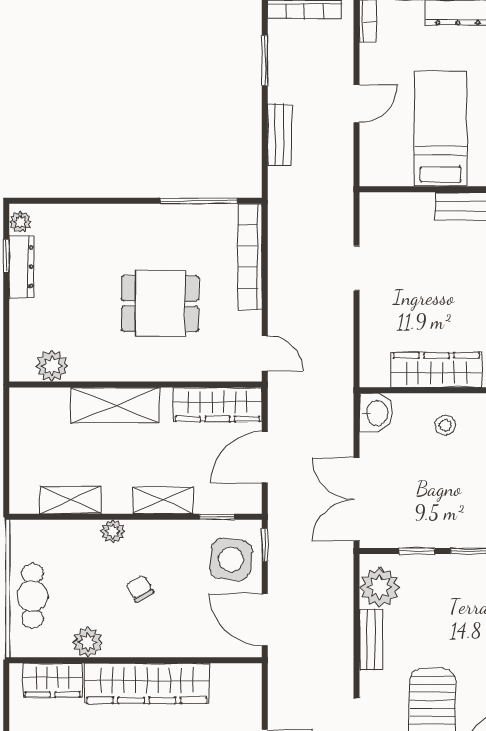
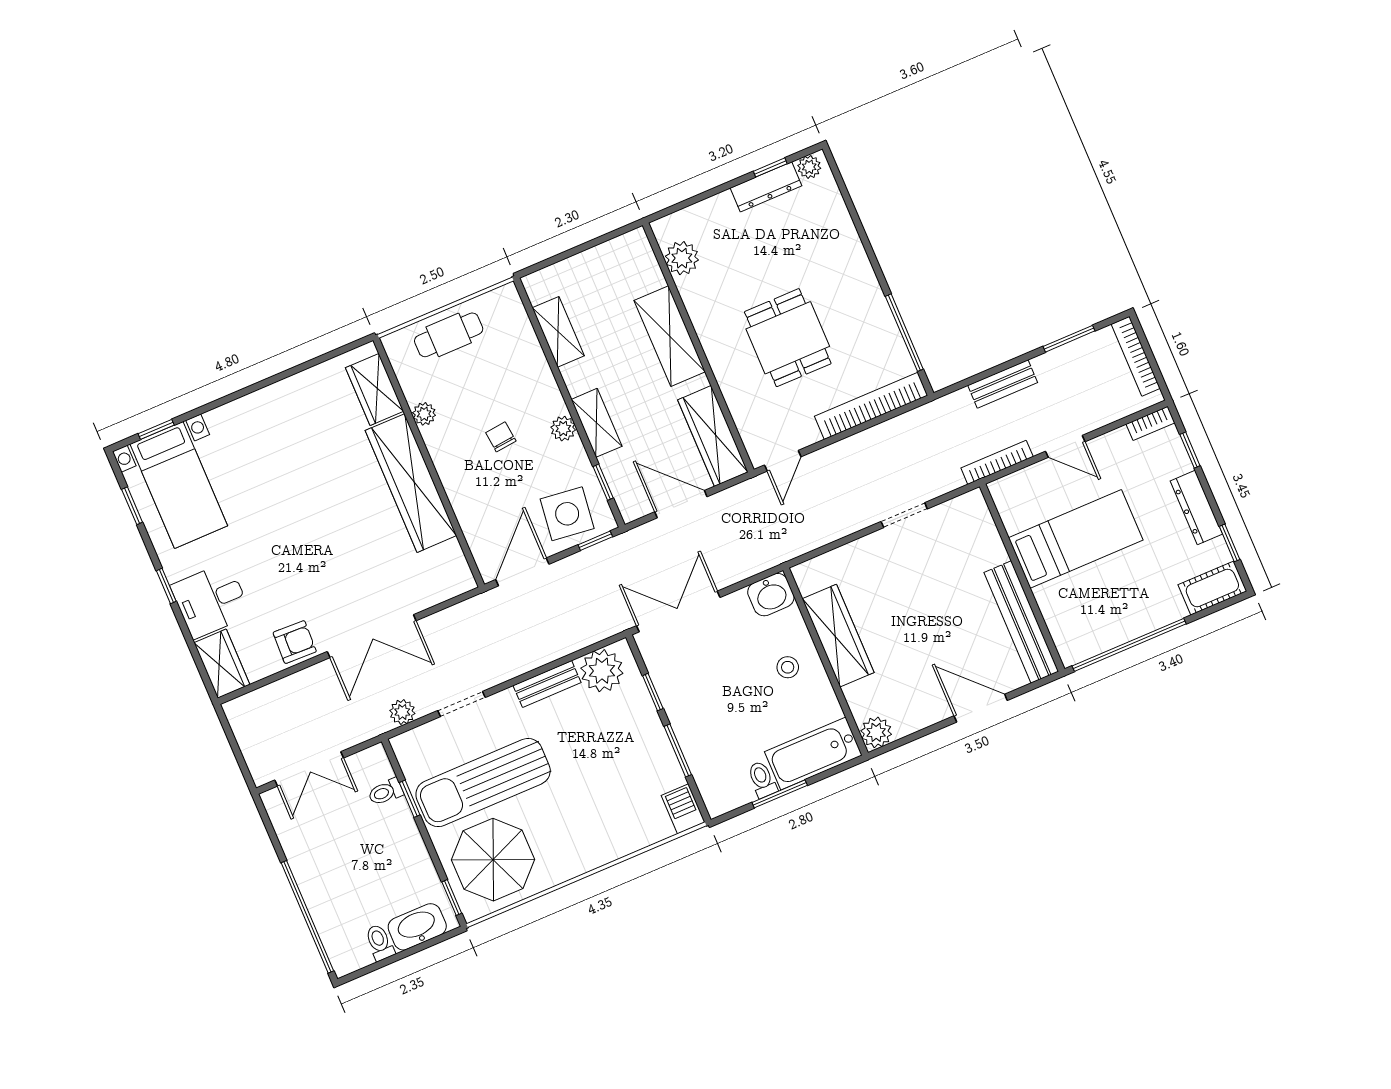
bookcase: (345, 168) -> (997, 462), added
plant: (113, 531) -> (563, 429), moved
chair: (140, 588) -> (501, 437), turned -67
plant: (88, 642) -> (424, 414), width x0.73, depth x0.73

